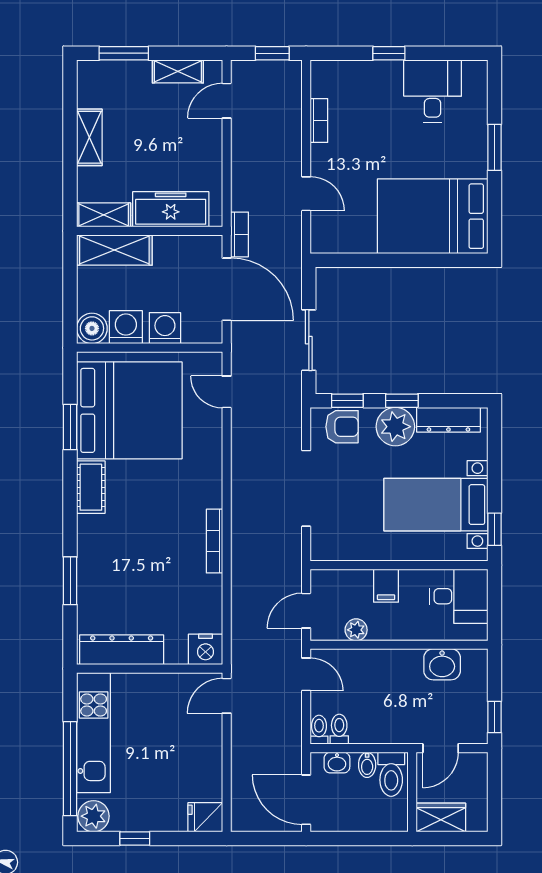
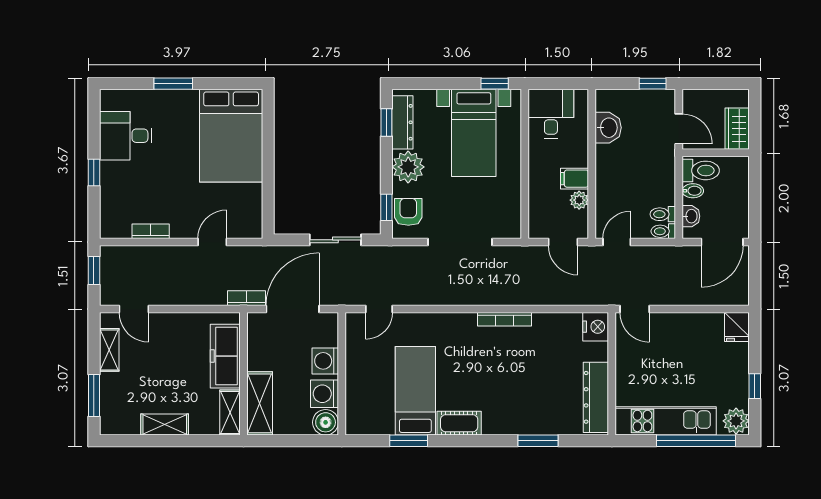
window: (402, 401) -> (386, 122), moved
bed: (129, 410) -> (415, 391), width x0.49
filing cabinet: (386, 586) -> (575, 179), moved, turned 180

